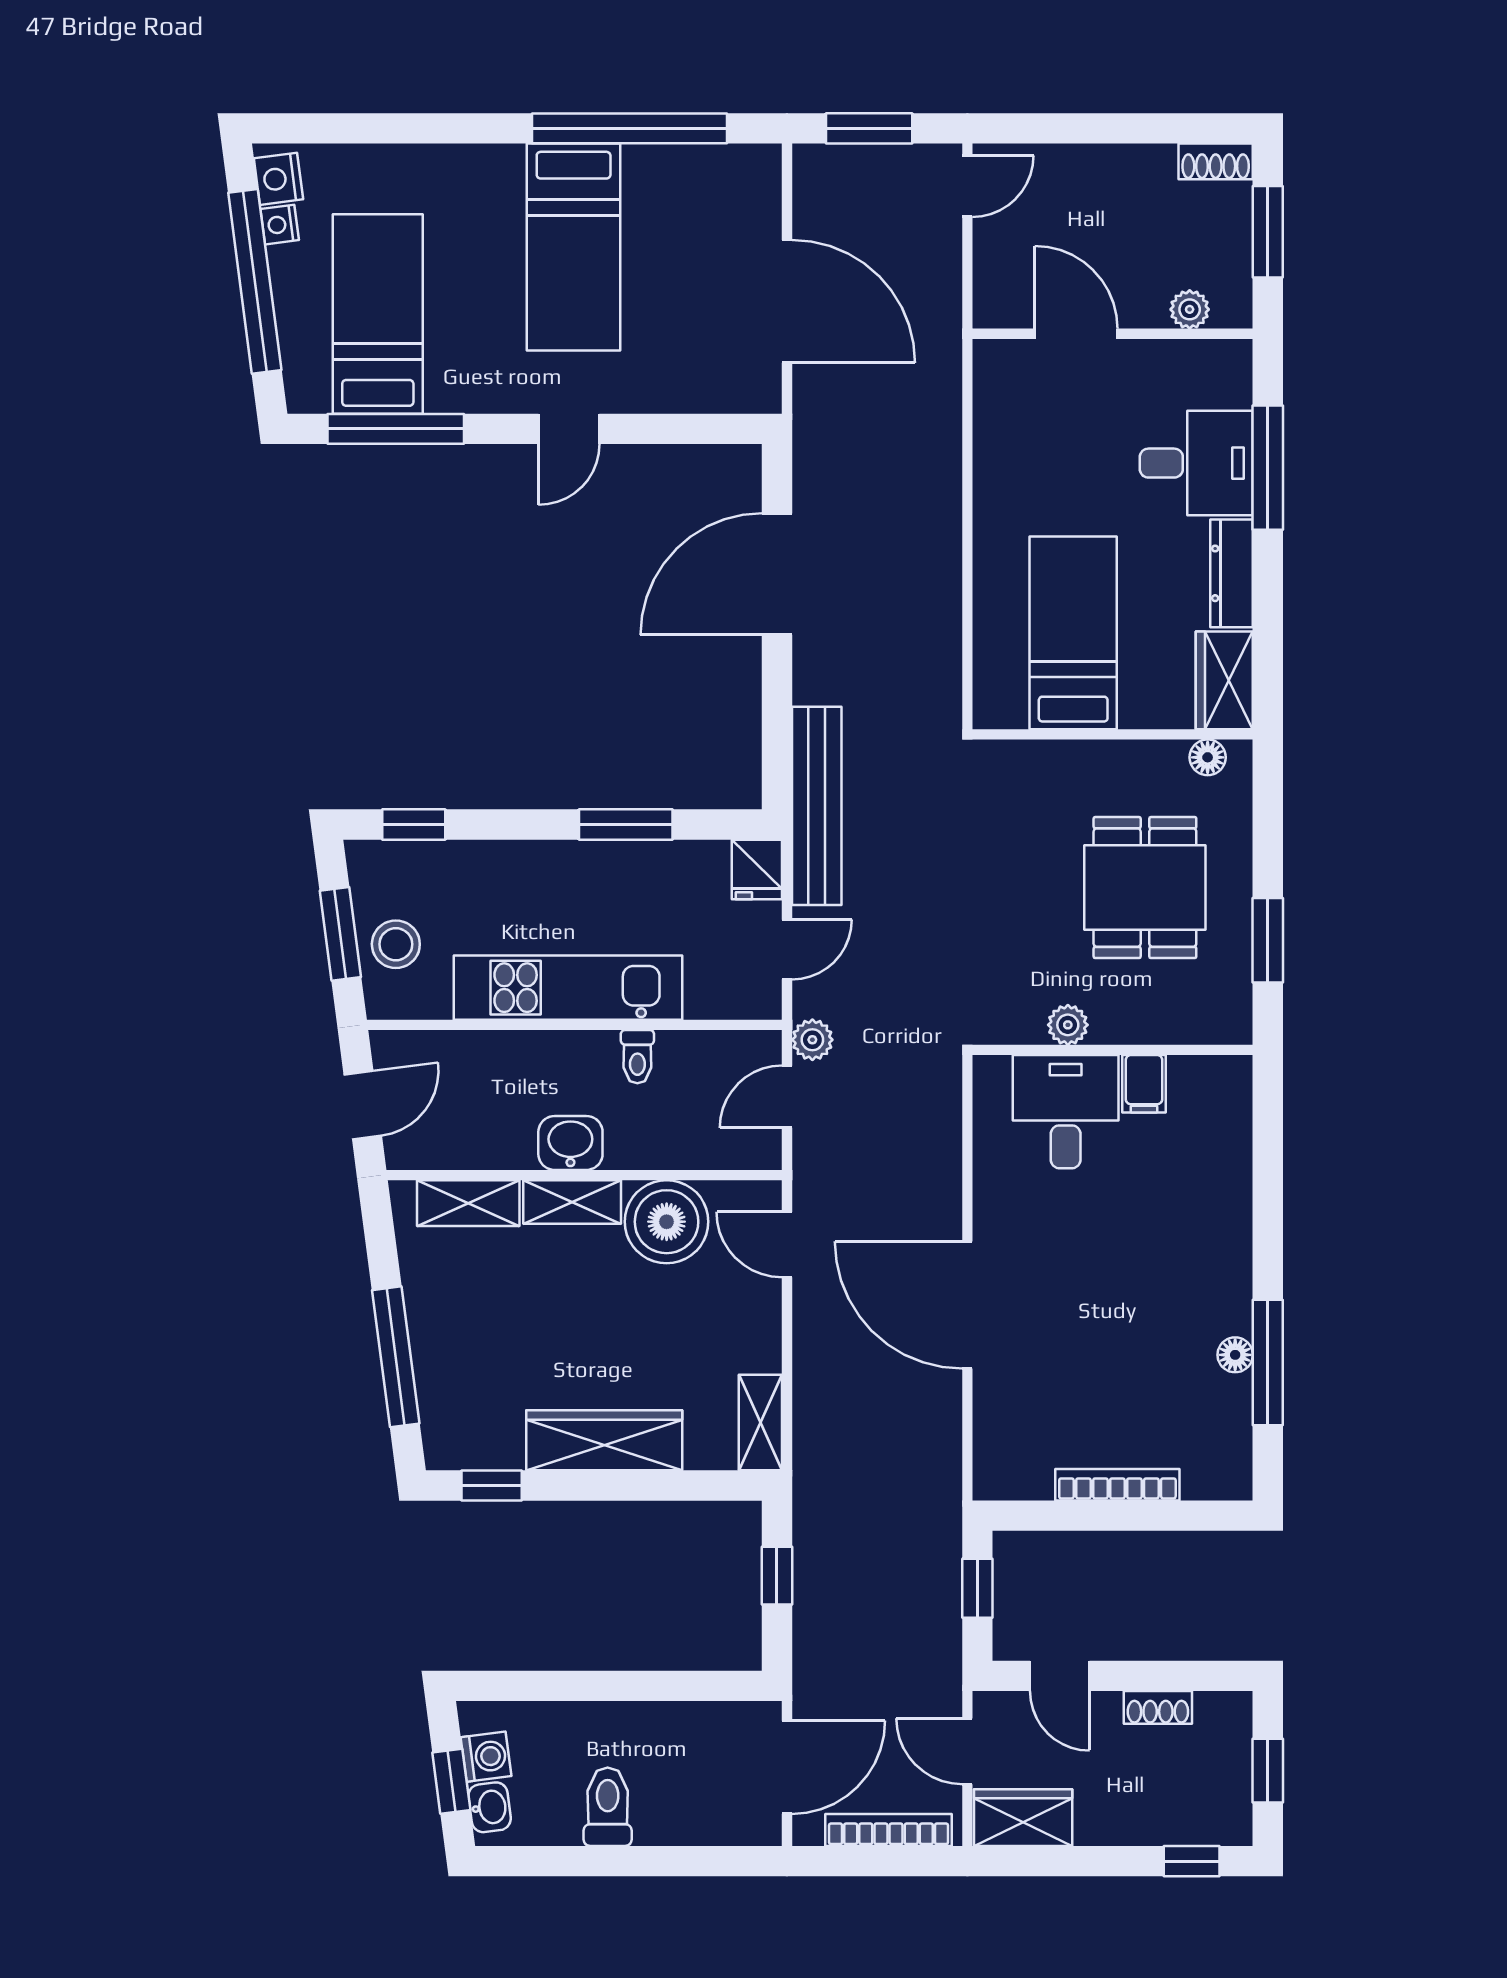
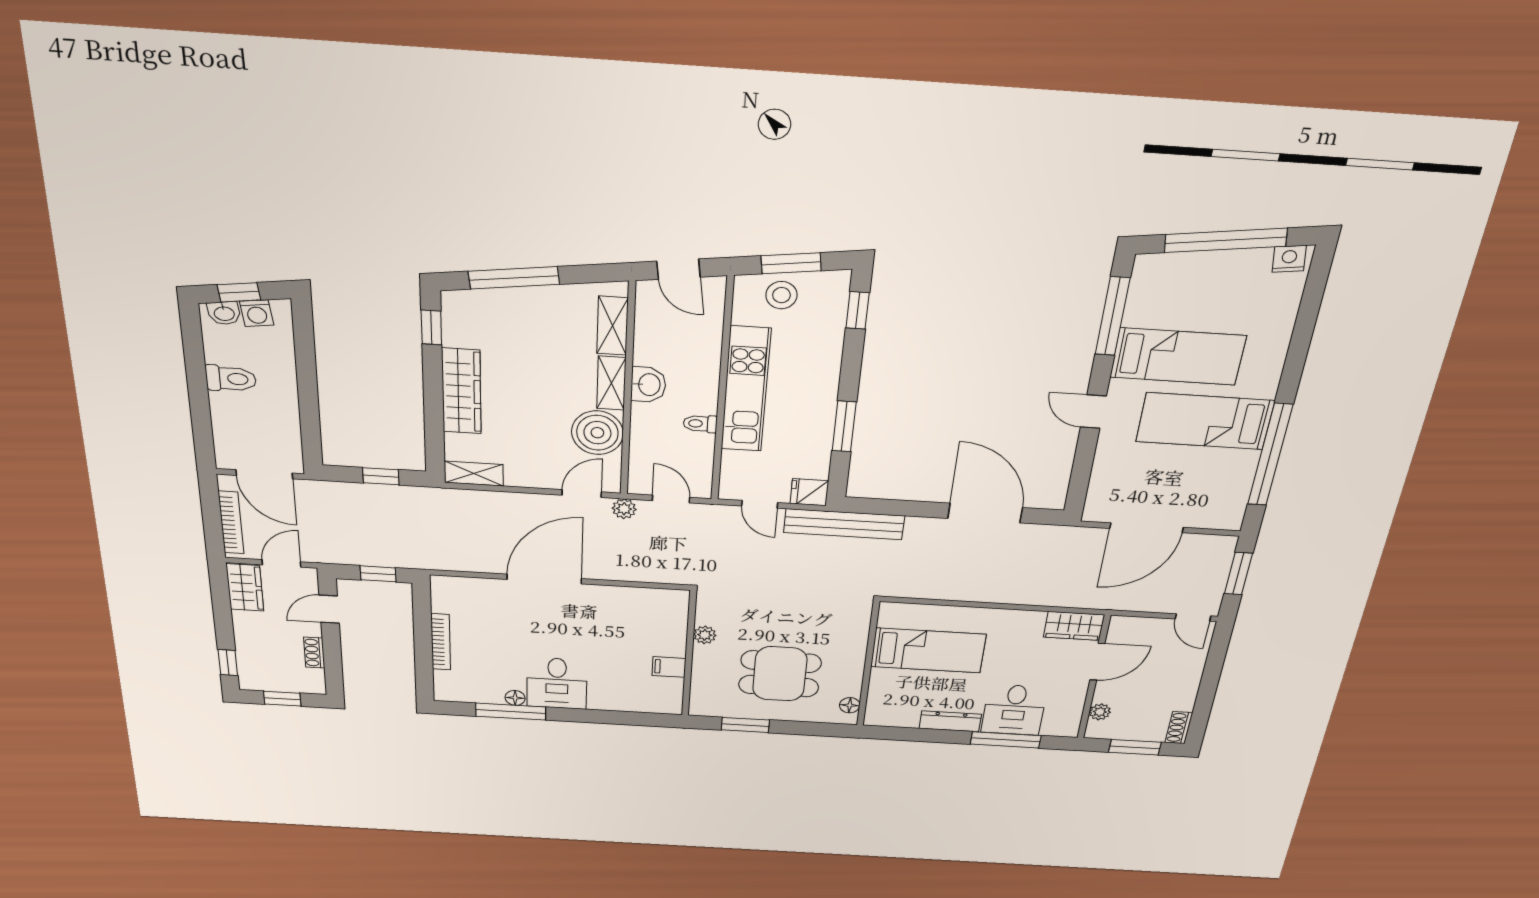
nightstand: (280, 225) -> (1259, 258), removed
bed: (378, 314) -> (1178, 356), moved
wardrobe: (1224, 680) -> (1074, 626), moved, turned 180
plant: (812, 1040) -> (624, 509), moved
desk: (1066, 1112) -> (557, 683), moved, turned 90

